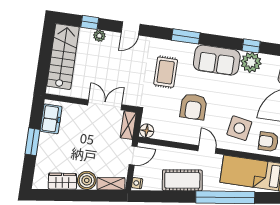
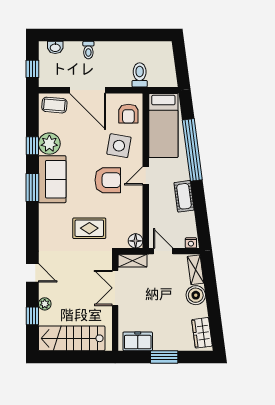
window: (186, 36) -> (32, 187), moved
rug: (166, 72) -> (89, 228), moved
armchair: (193, 107) -> (108, 180), moved
cot: (182, 180) -> (184, 196), width x0.73, depth x0.75
wardrobe: (62, 181) -> (202, 333), moved

